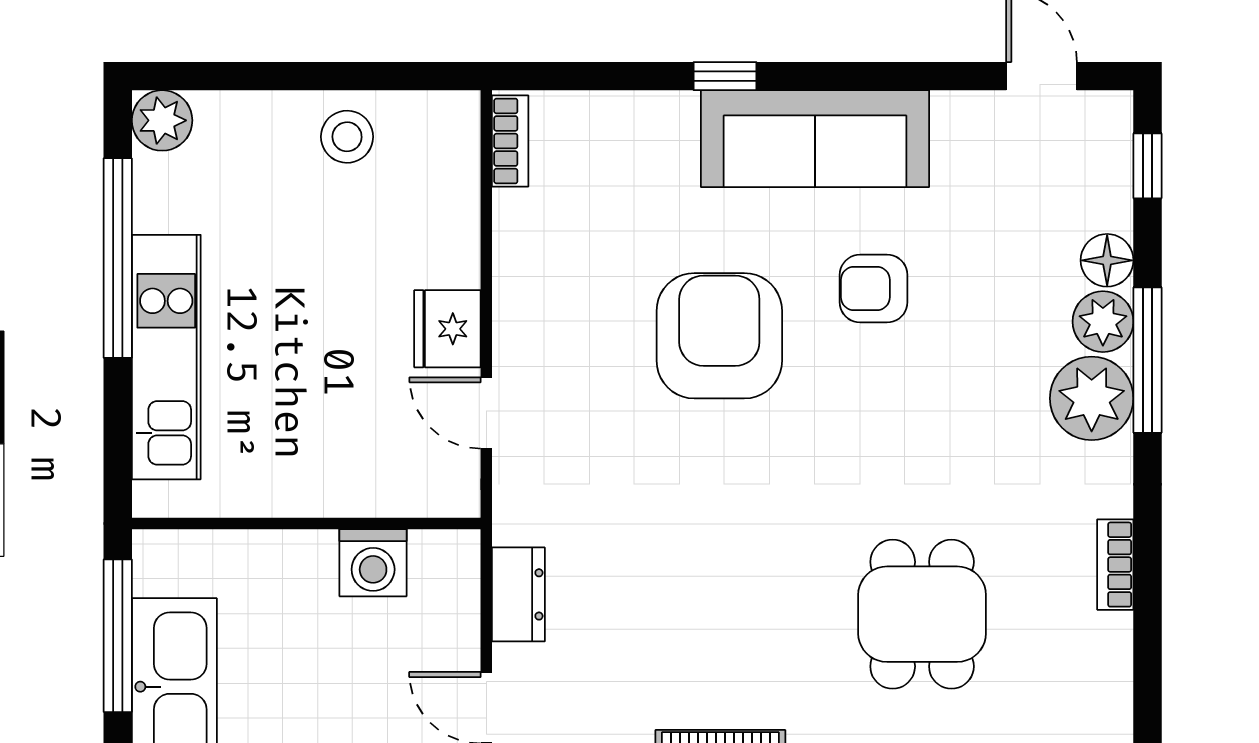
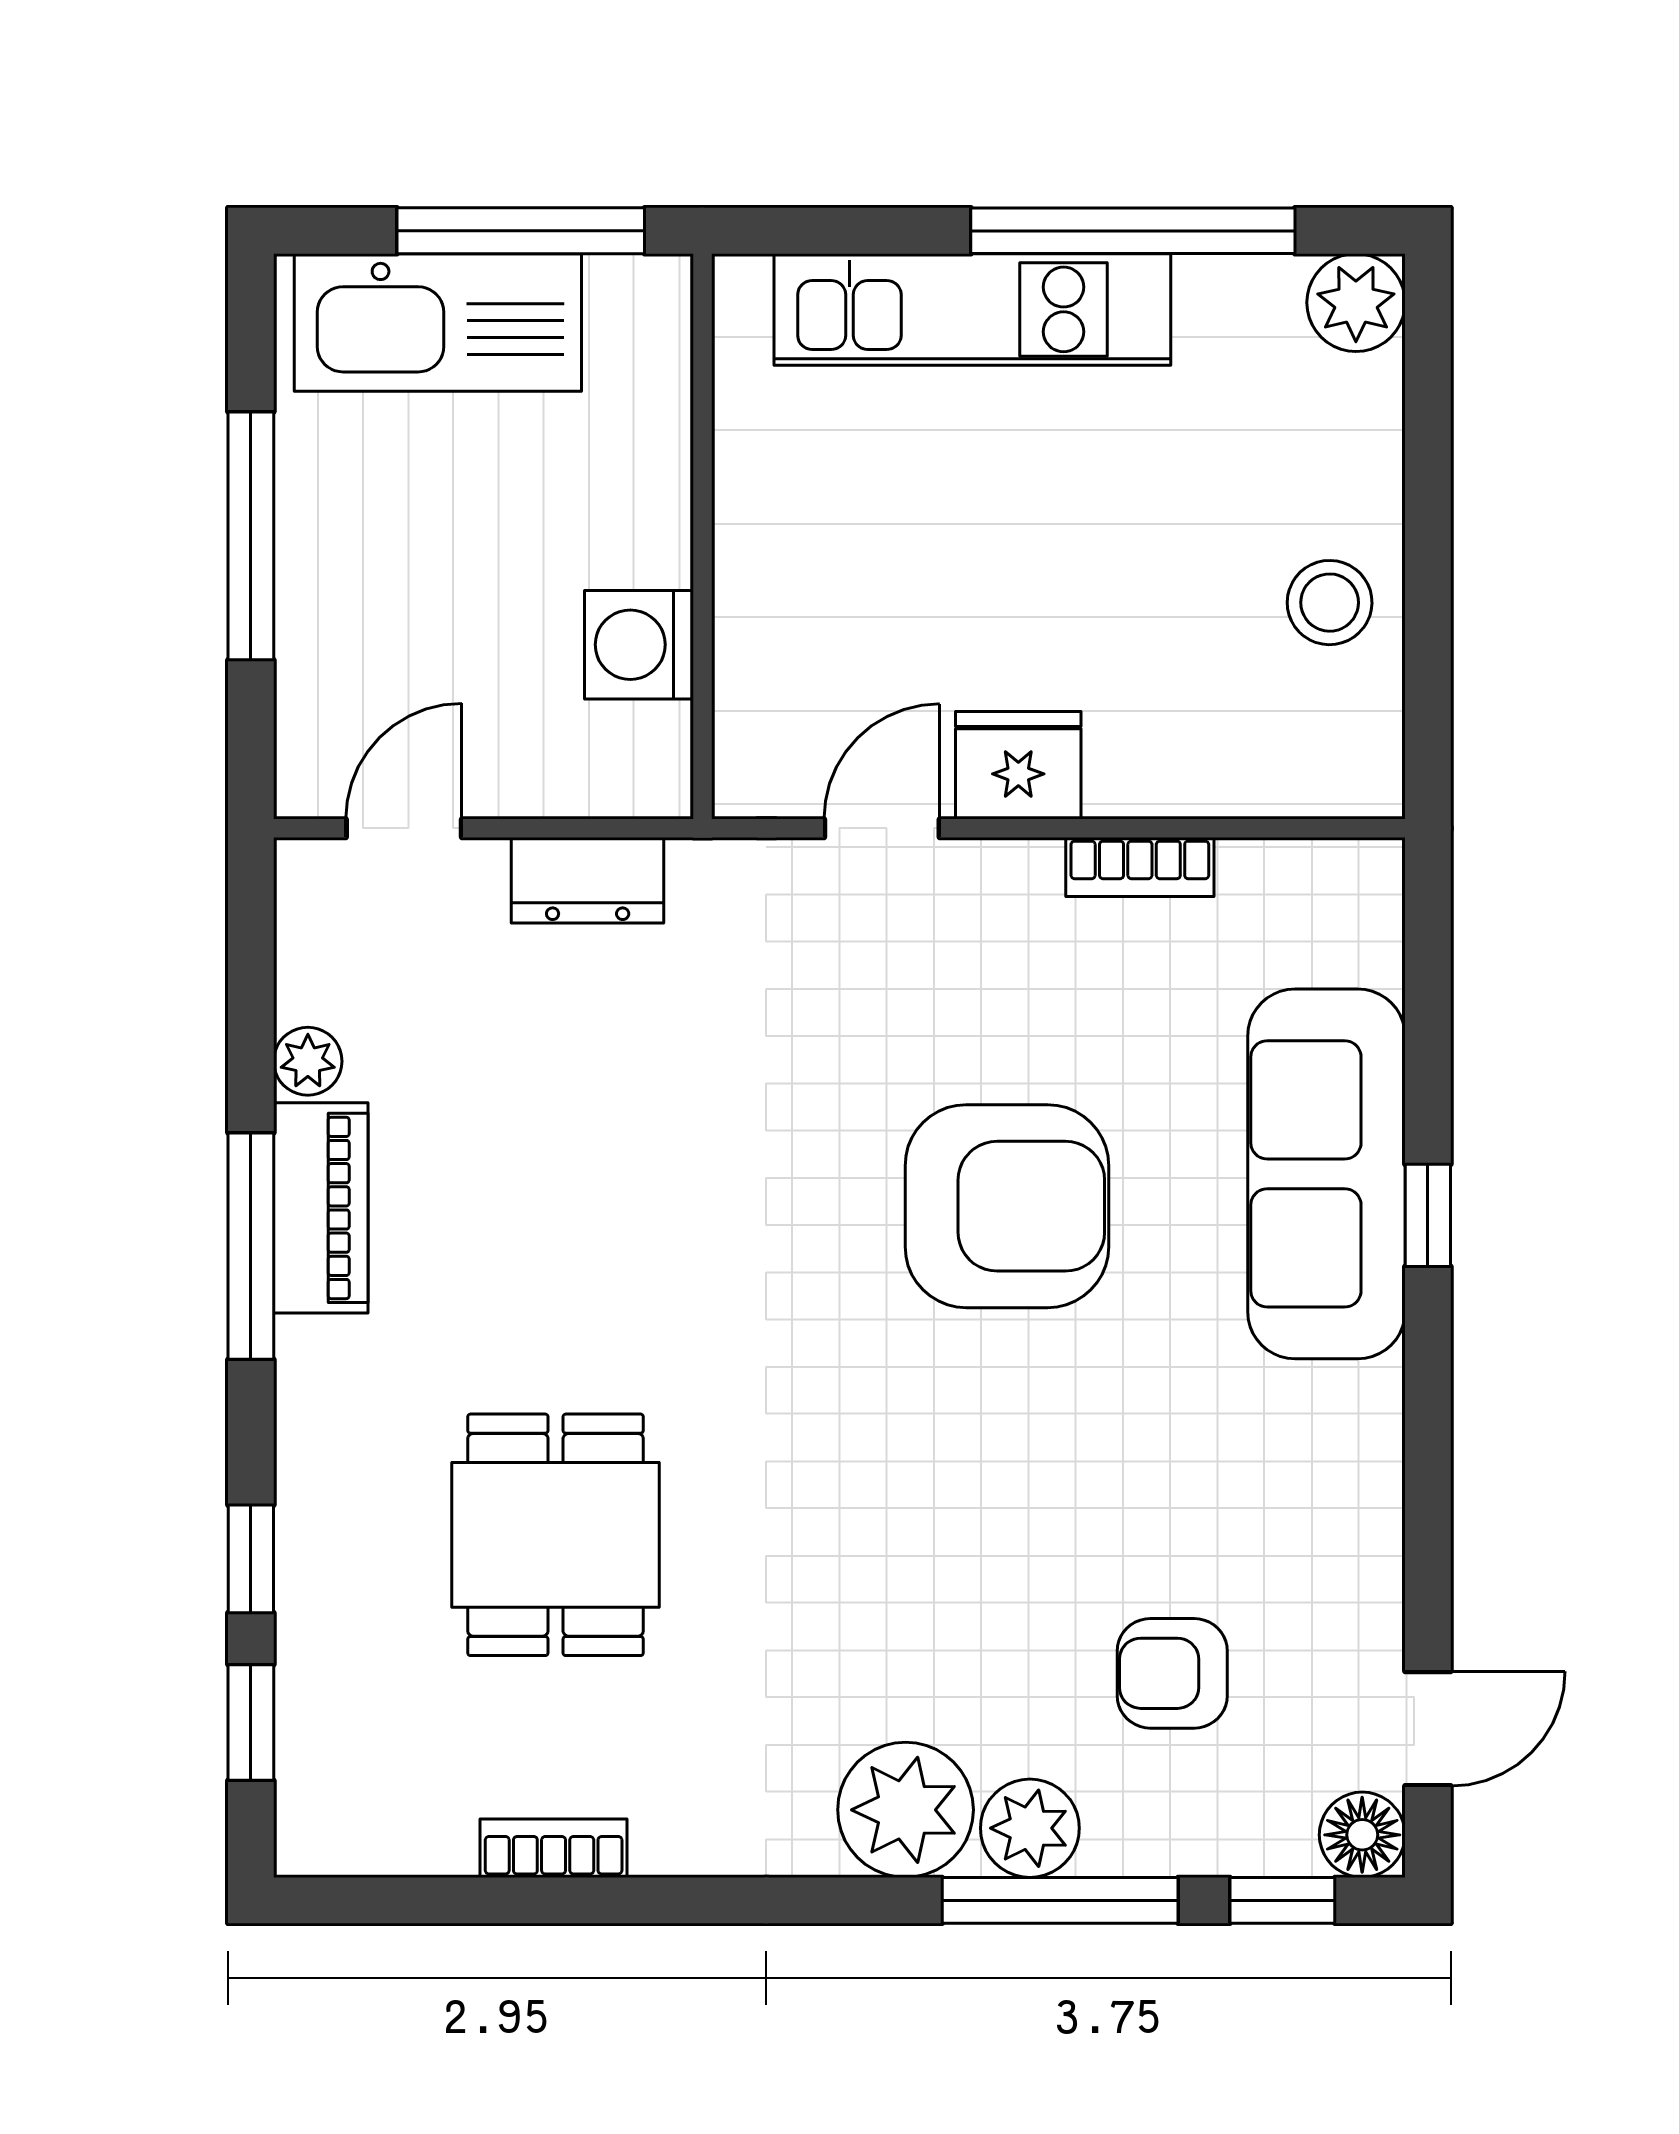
sofa: (815, 139) -> (1326, 1174), moved
bookcase: (510, 141) -> (1140, 867), moved
floor lamp: (1107, 260) -> (1362, 1835), moved
armchair: (874, 289) -> (1172, 1673), moved, turned -90
window: (1147, 360) -> (1060, 1900), moved
bookcase: (1115, 565) -> (554, 1848), moved
dining table: (922, 614) -> (556, 1535), turned 90

